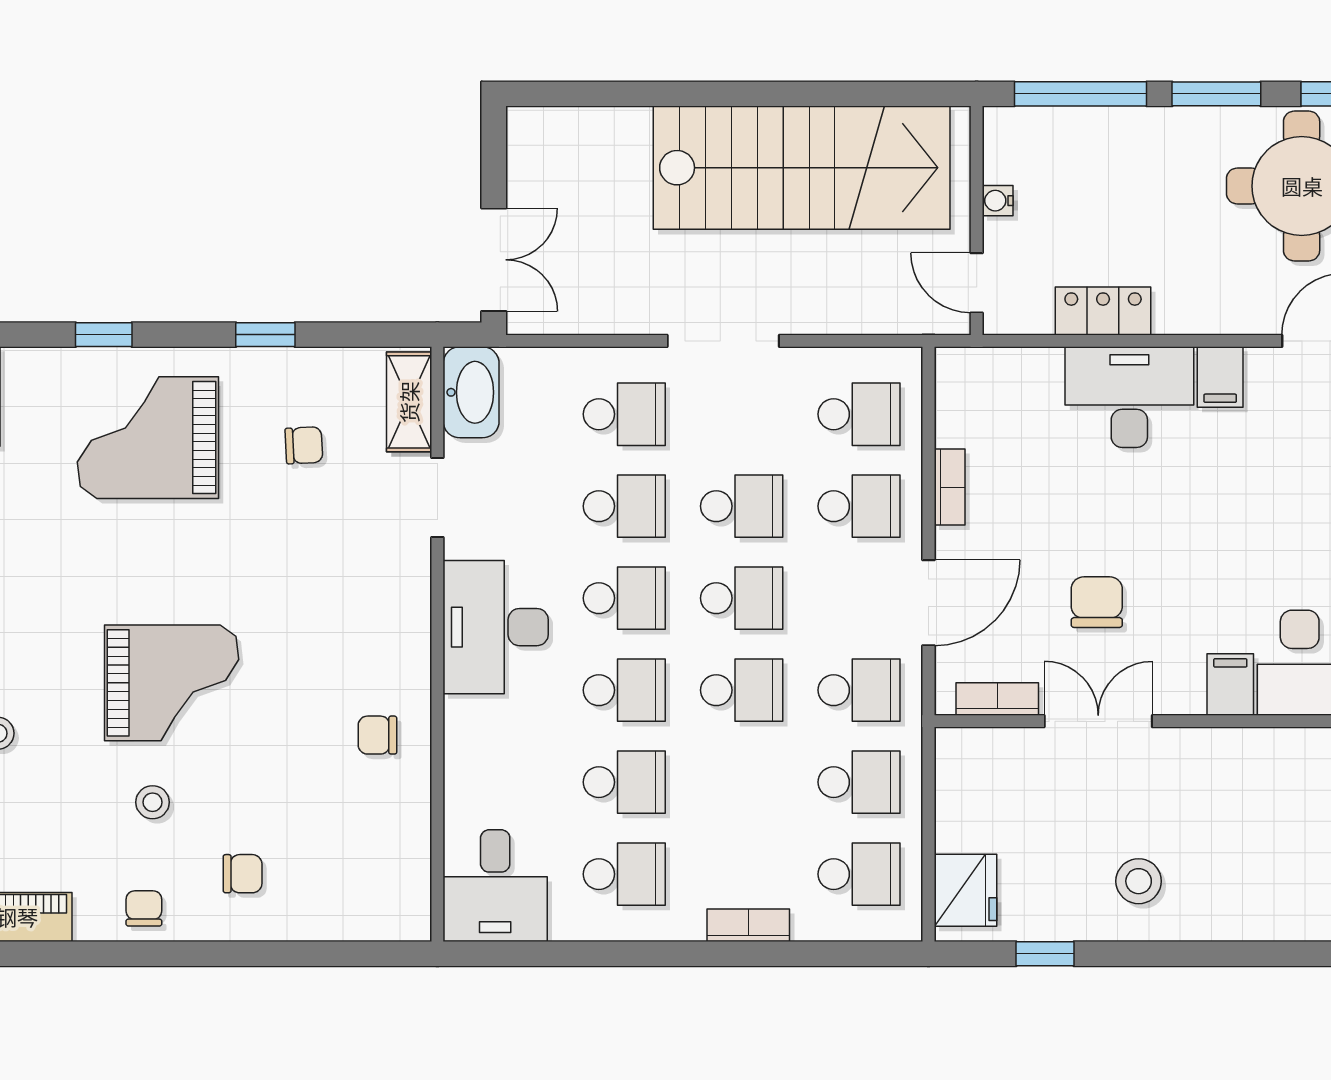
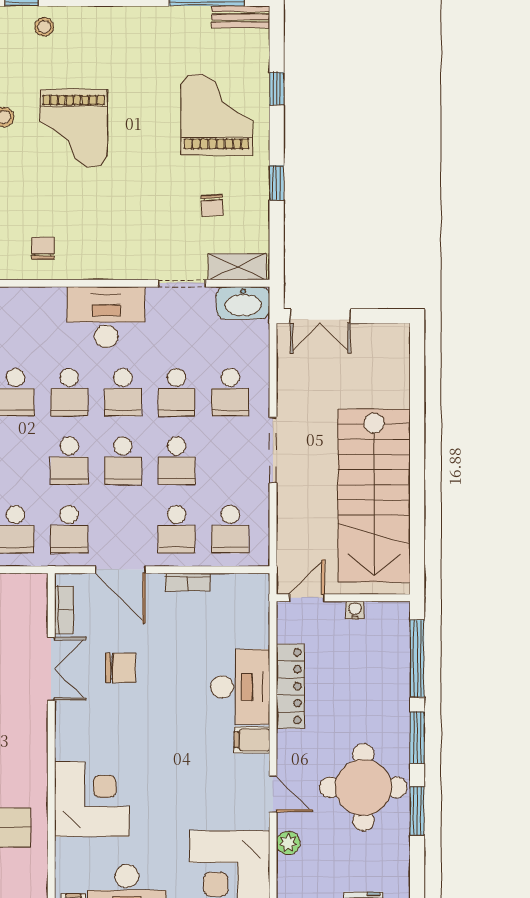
locker: (1103, 311) -> (290, 686), width x1.53
filing cabinet: (1230, 685) -> (73, 746), removed

